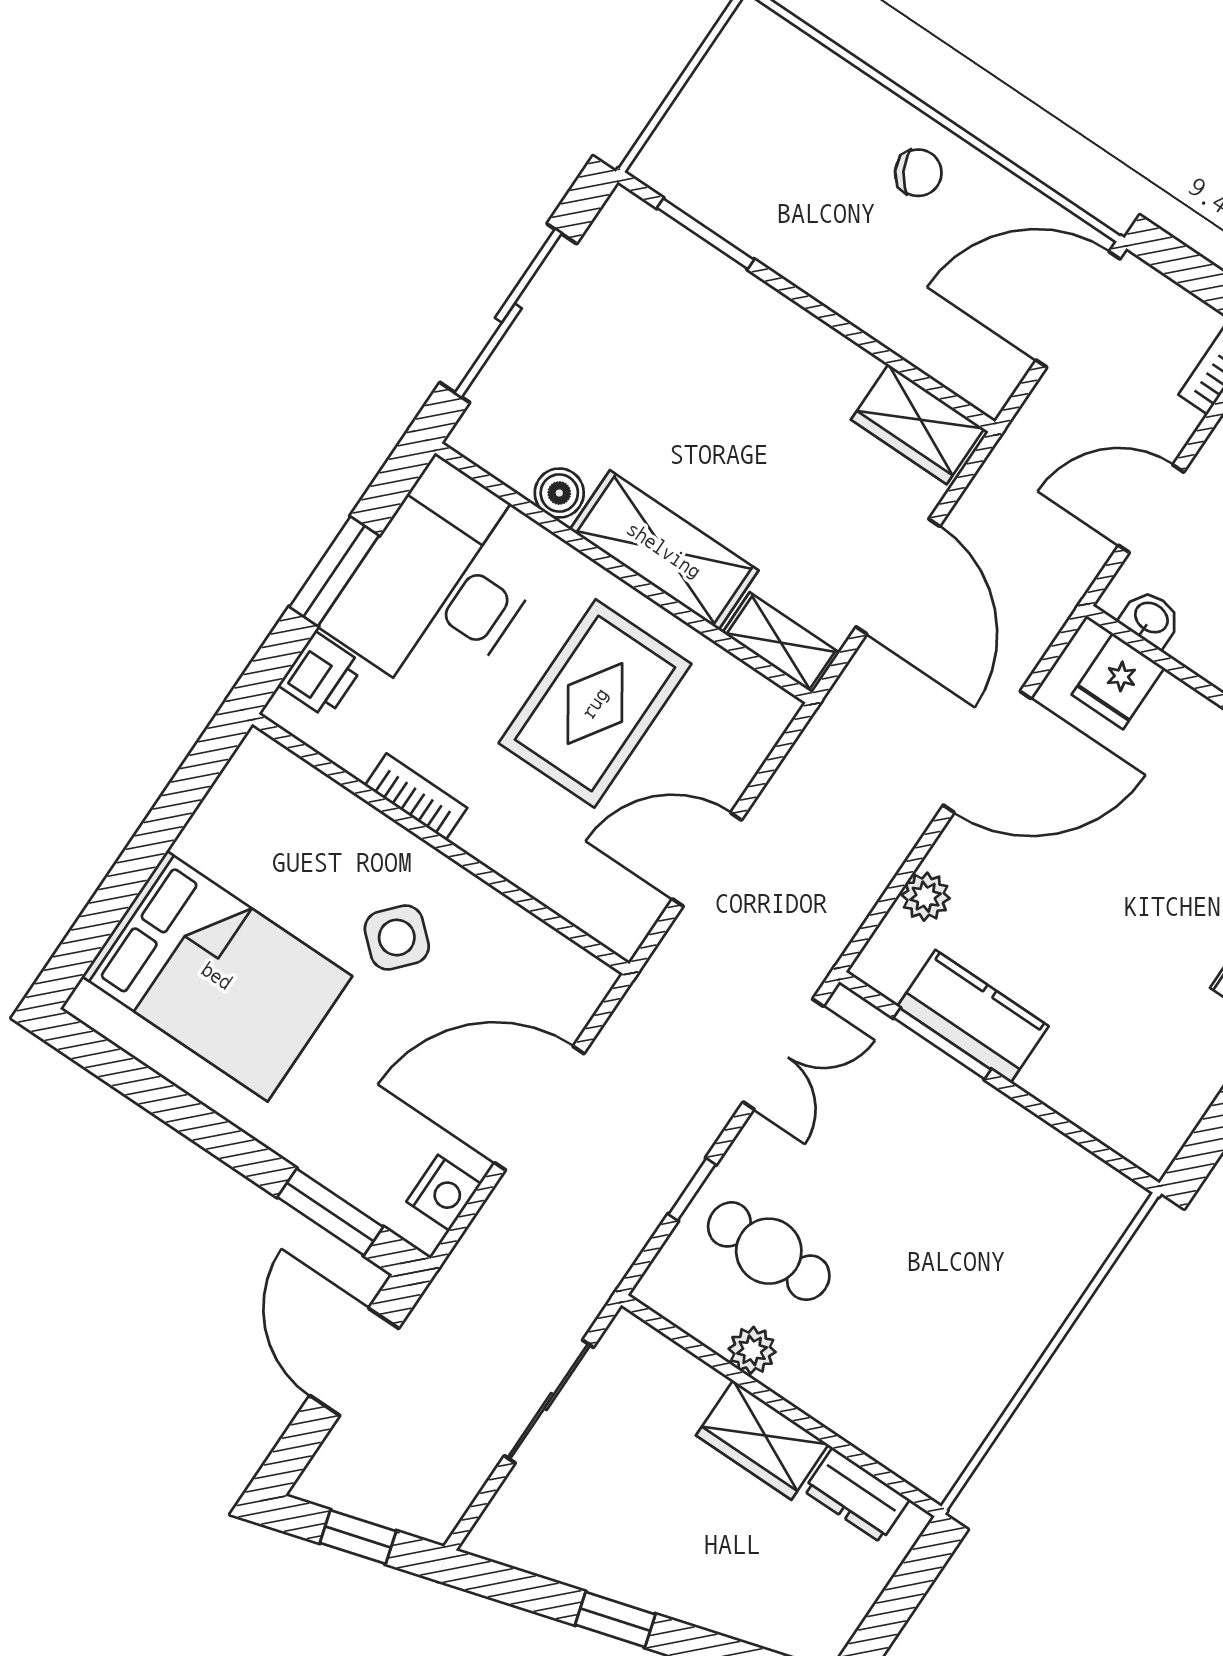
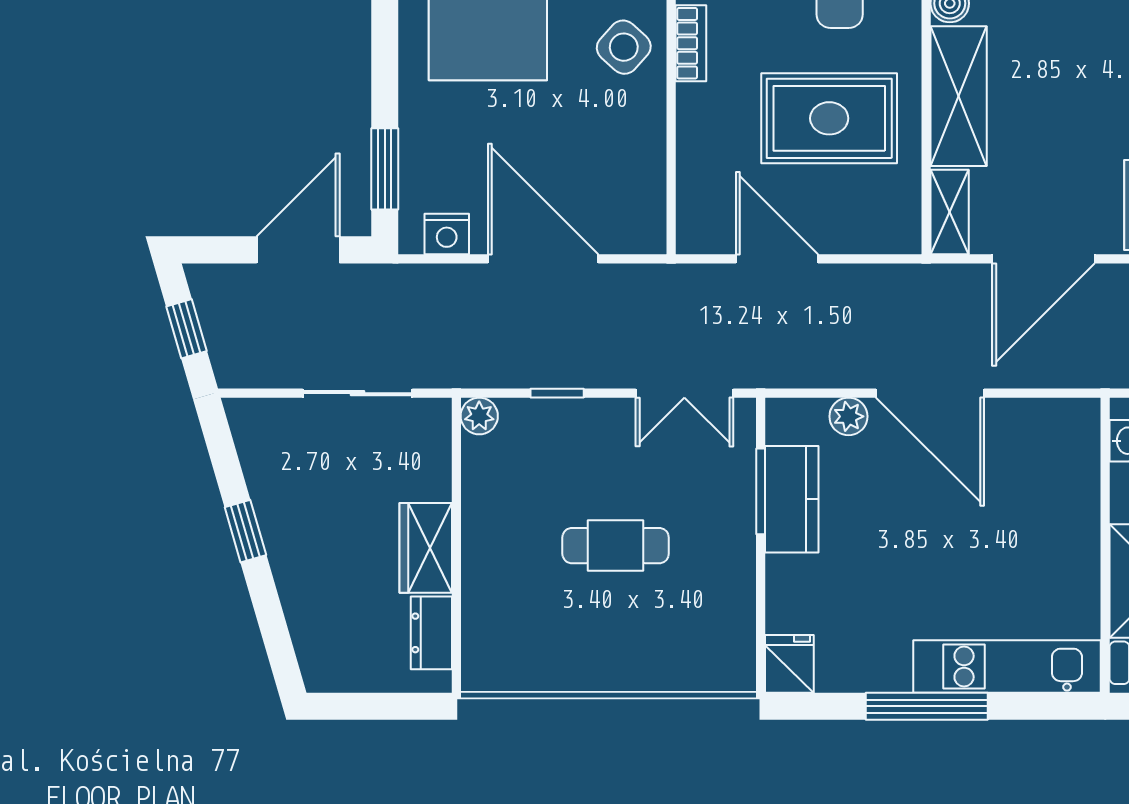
fridge: (1118, 681) -> (789, 664), moved, turned 90
door: (987, 752) -> (930, 393), moved
side table: (397, 938) -> (624, 47), moved
cafe table: (769, 1251) -> (616, 546), moved, turned 90
plant: (752, 1350) -> (479, 416), moved

